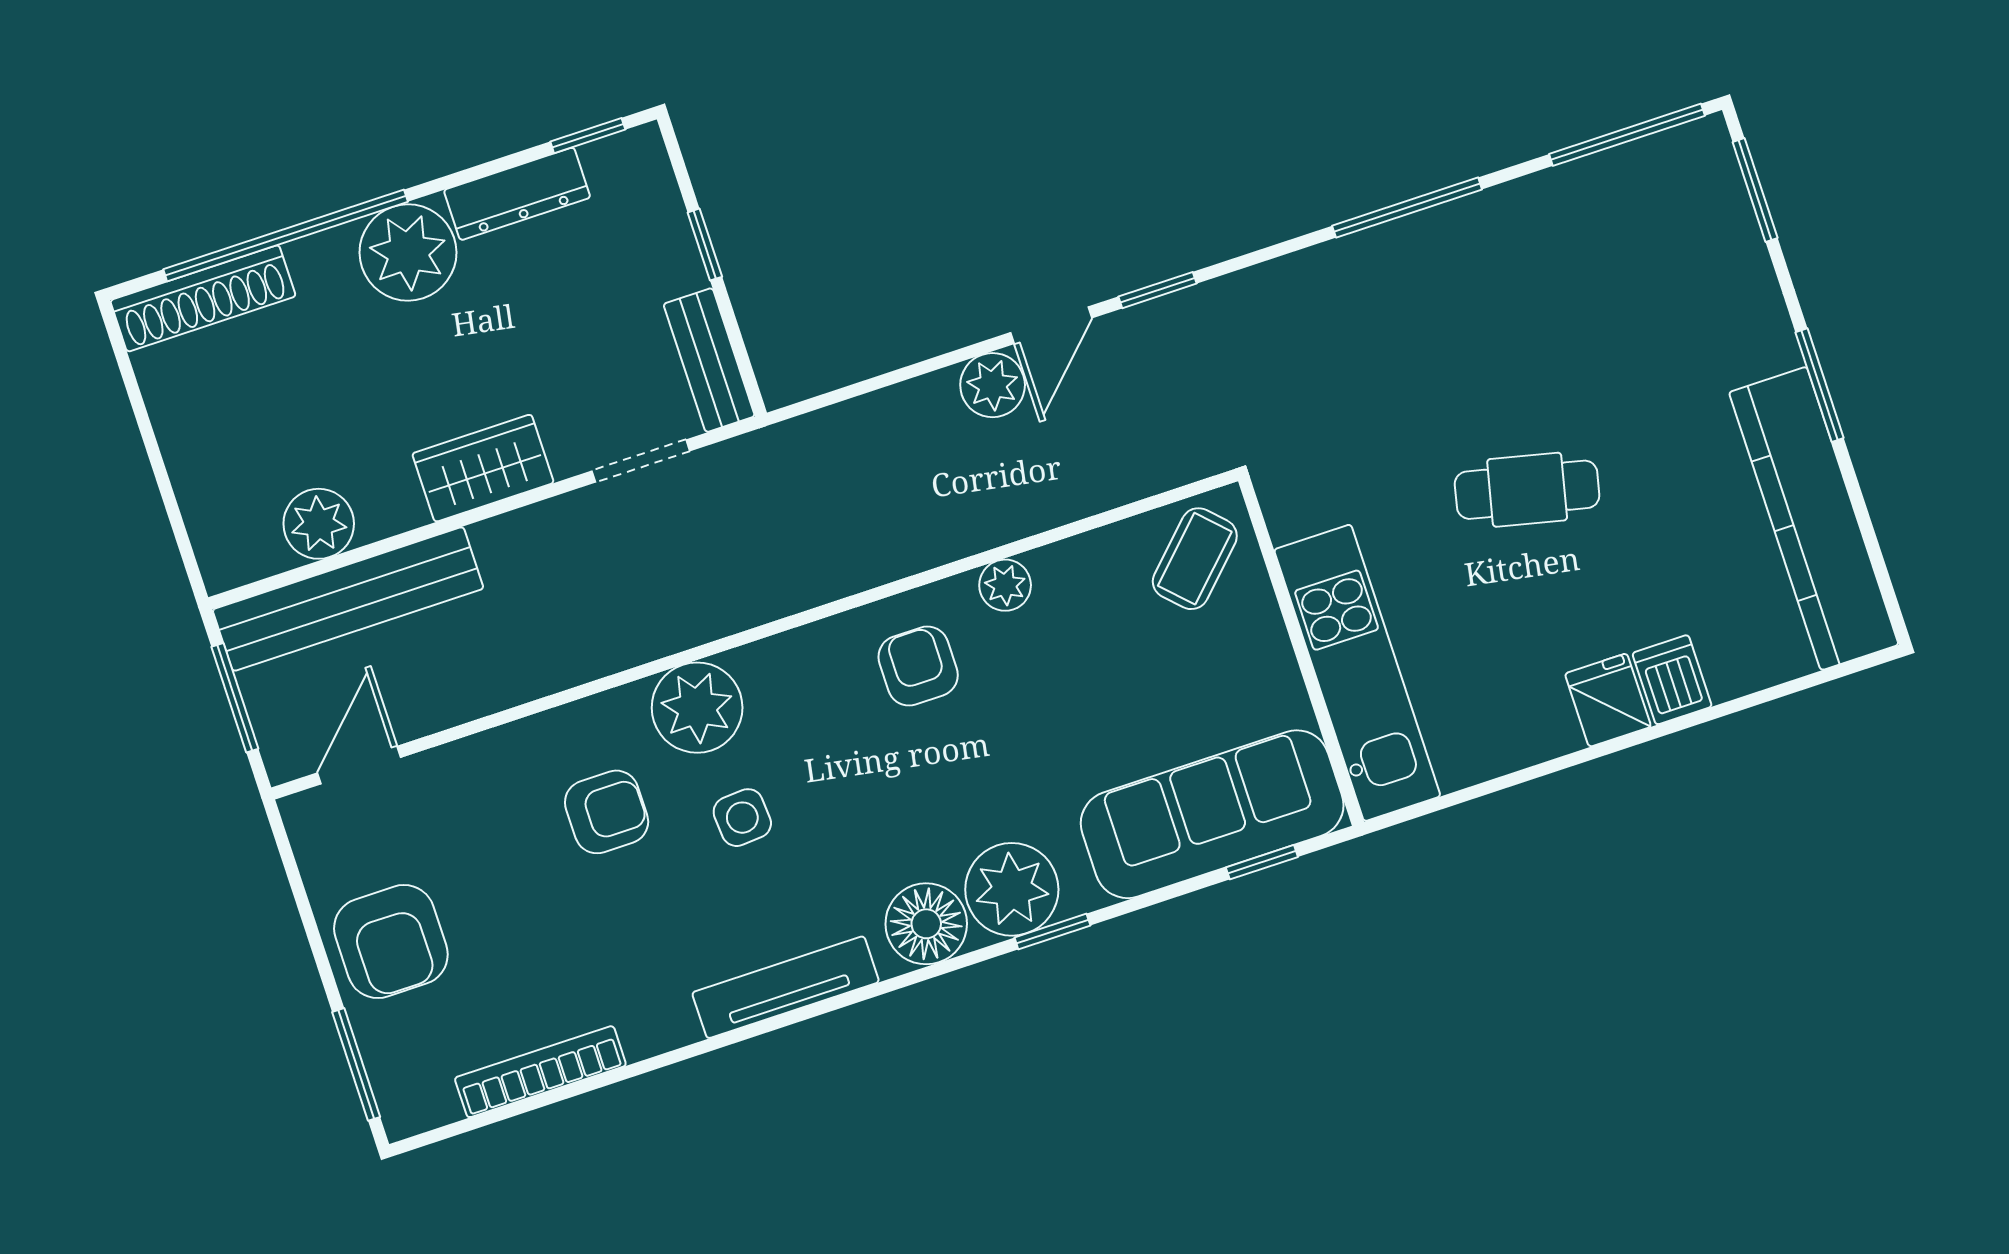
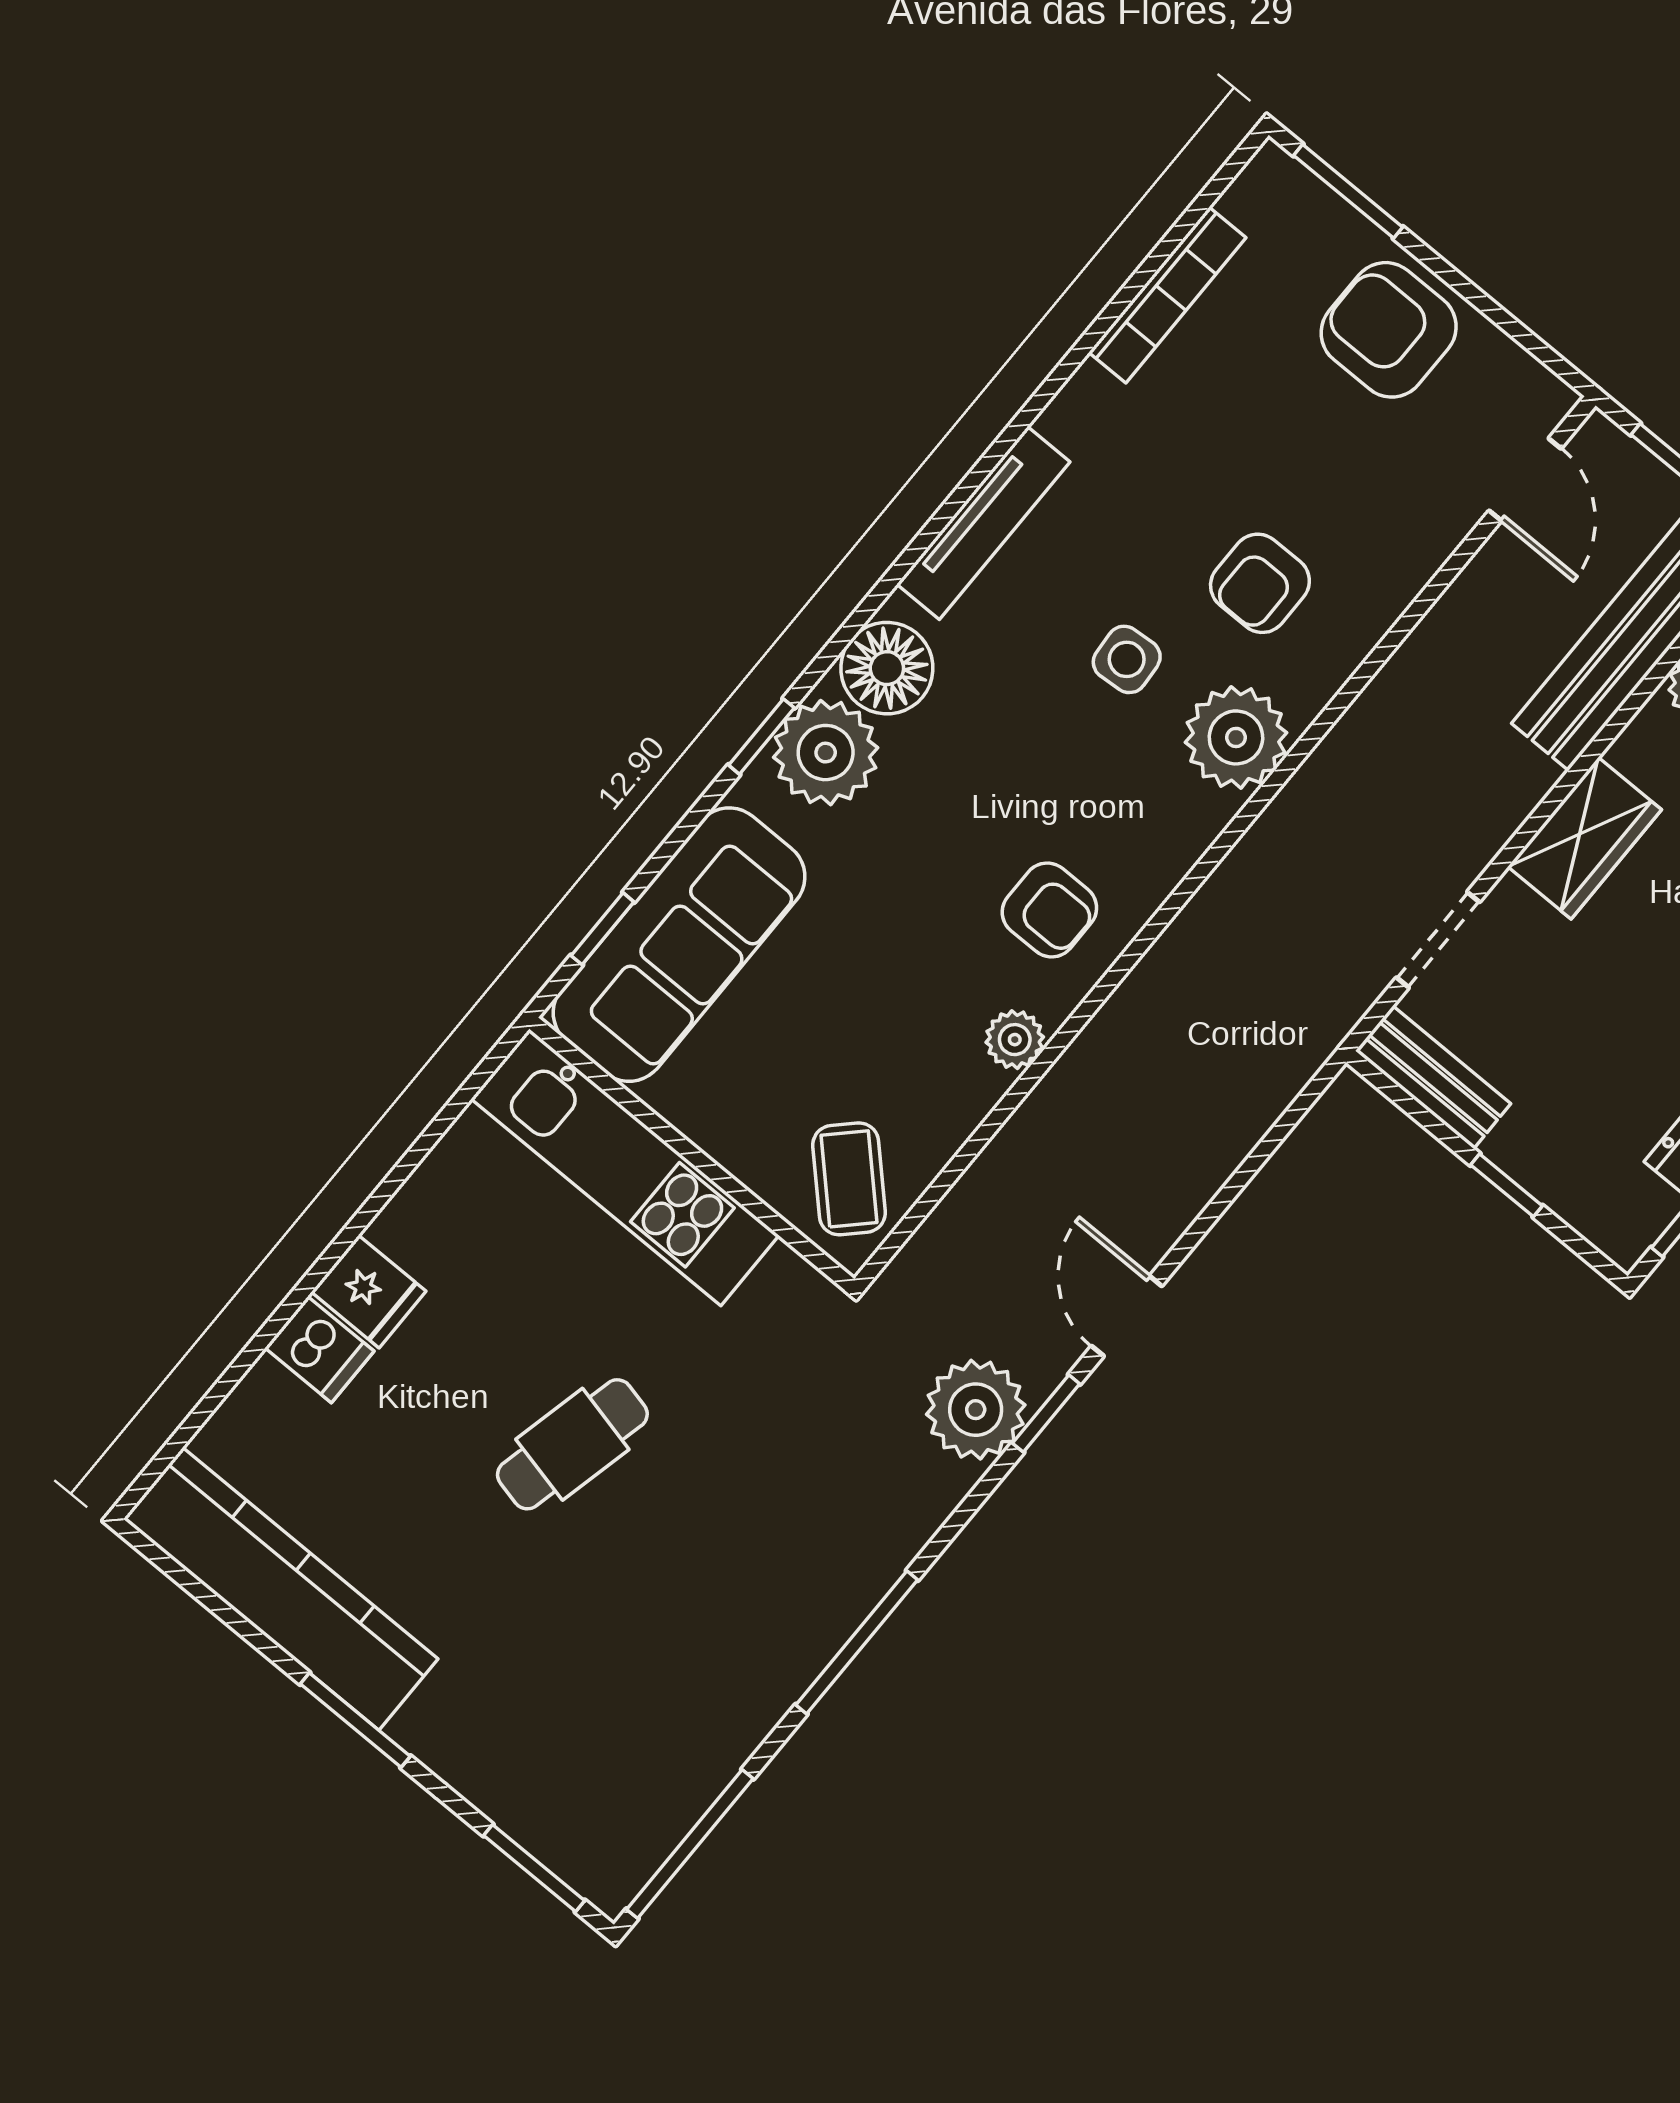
plant: (993, 385) -> (976, 1410), moved, width x1.36, depth x1.36

